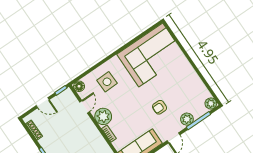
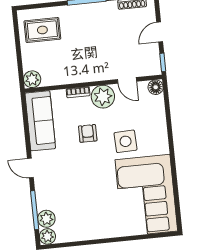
side table: (107, 82) -> (126, 141), moved
armchair: (160, 107) -> (88, 133), moved
plant: (187, 119) -> (46, 219), moved

